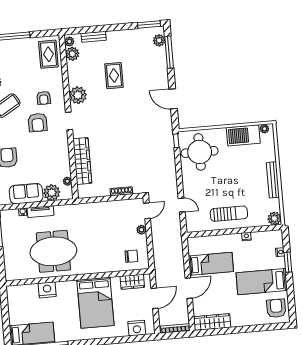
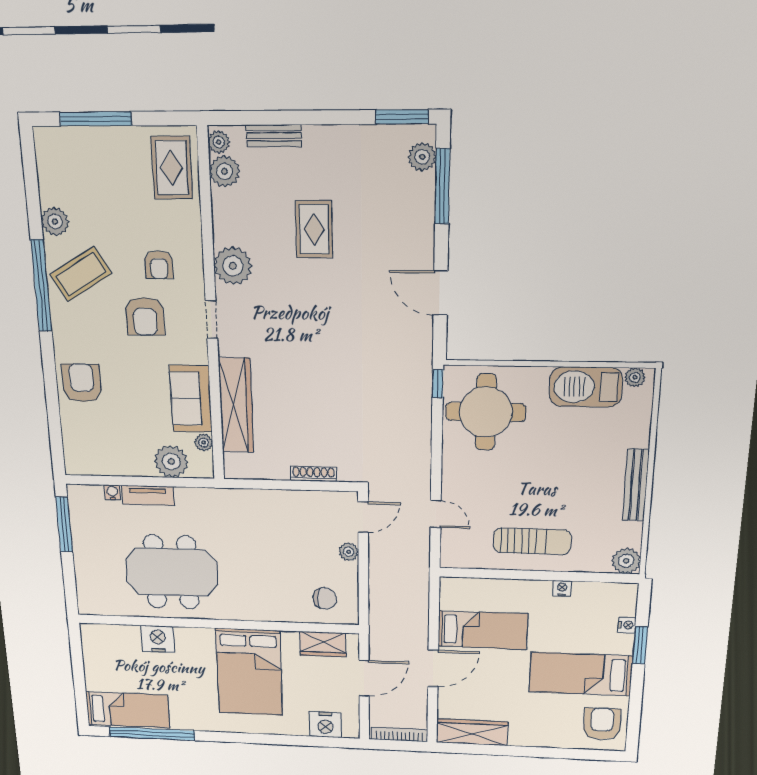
sofa: (26, 194) -> (191, 399), moved, turned -90

